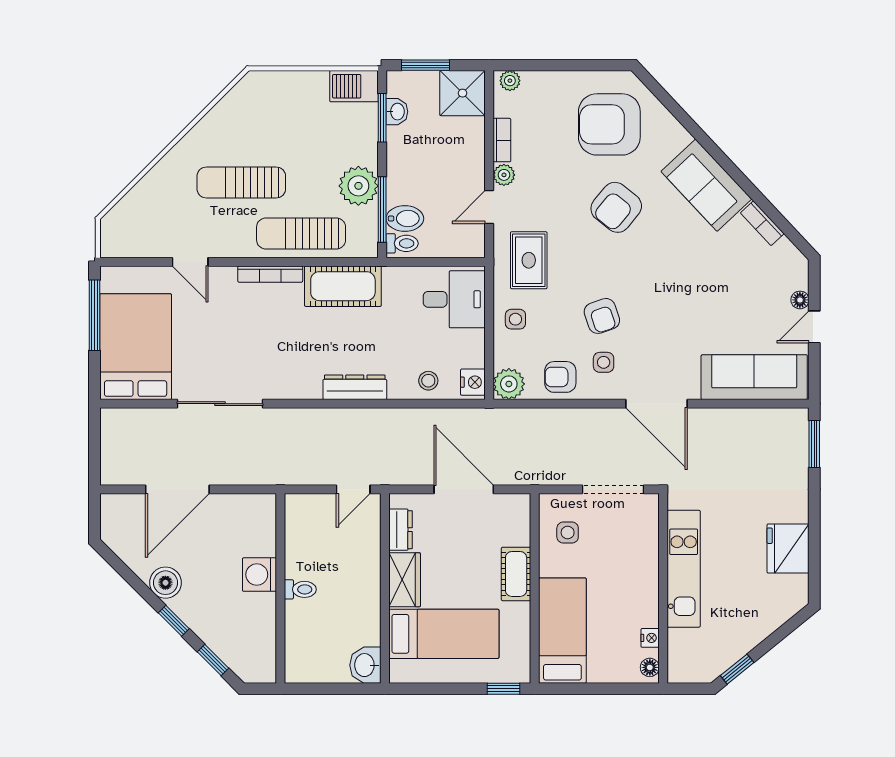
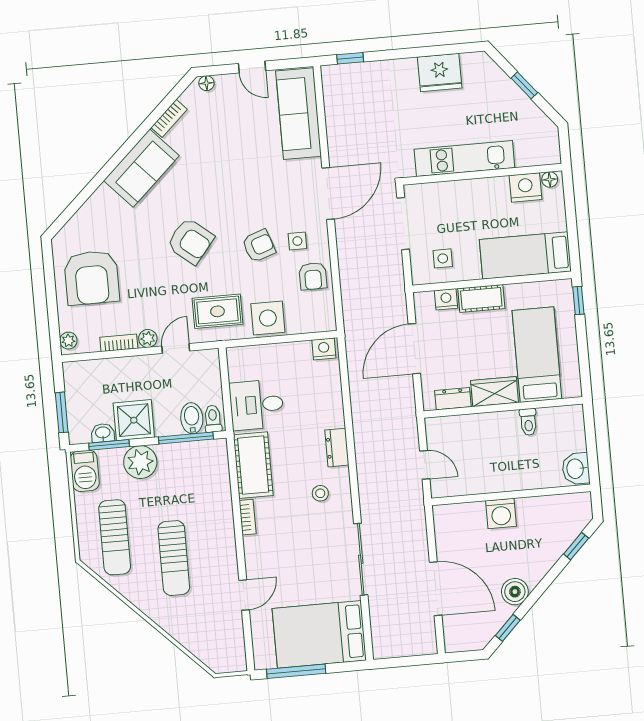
shower: (462, 93) -> (134, 420), moved
armchair: (609, 124) -> (92, 278), moved
plant: (358, 186) -> (140, 462), moved
door: (489, 207) -> (176, 348), swing flipped
armchair: (616, 207) -> (190, 241), moved
sun lounger: (301, 233) -> (115, 537), moved
bookcase: (270, 274) -> (248, 517), width x0.64
desk: (454, 299) -> (257, 405), moved, turned -90
floor lamp: (800, 300) -> (206, 83), moved
side table: (515, 319) -> (268, 318), width x1.87, depth x1.87
stool: (428, 381) -> (320, 493), moved
plant: (509, 384) -> (323, 319), removed
dresser: (355, 387) -> (337, 448), width x0.70
window: (814, 444) -> (350, 58), width x0.67
door: (353, 489) -> (425, 465), moved
nightstand: (519, 532) -> (446, 299), added
toilet: (300, 589) -> (528, 422), moved, turned 180
window: (174, 621) -> (508, 628), moved
nightstand: (650, 638) -> (525, 187), width x1.89, depth x1.79
washbasin: (365, 665) -> (576, 469), moved, turned 90
window: (737, 669) -> (524, 85), moved

